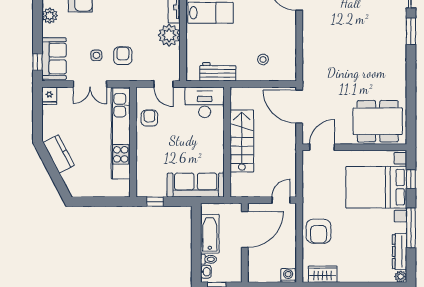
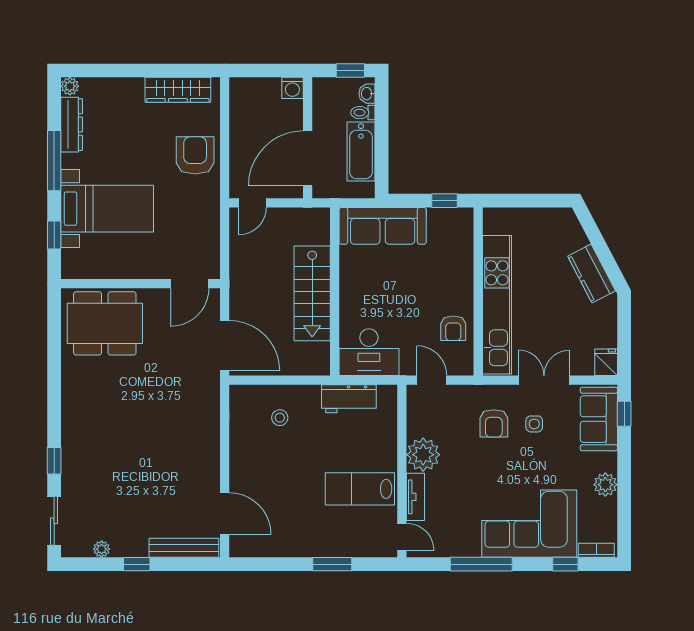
window: (411, 31) -> (54, 461), width x0.67
bed with nightstands: (376, 187) -> (107, 209), width x0.73
wardrobe: (323, 274) -> (178, 90), width x1.50
washing machine: (288, 275) -> (292, 88), moved

